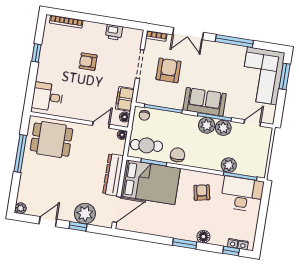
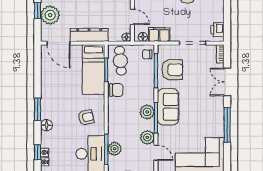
printer: (114, 32) -> (218, 30), moved
armchair: (168, 70) -> (172, 70), moved
plant: (223, 128) -> (147, 137), moved
plant: (229, 165) -> (115, 149), moved
bed: (150, 182) -> (93, 70), width x0.67

